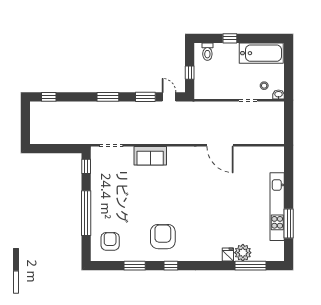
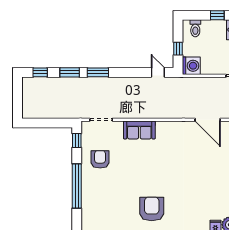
washing machine: (203, 90) -> (191, 66), added
window: (145, 97) -> (70, 72), moved
armchair: (110, 241) -> (100, 159), moved

